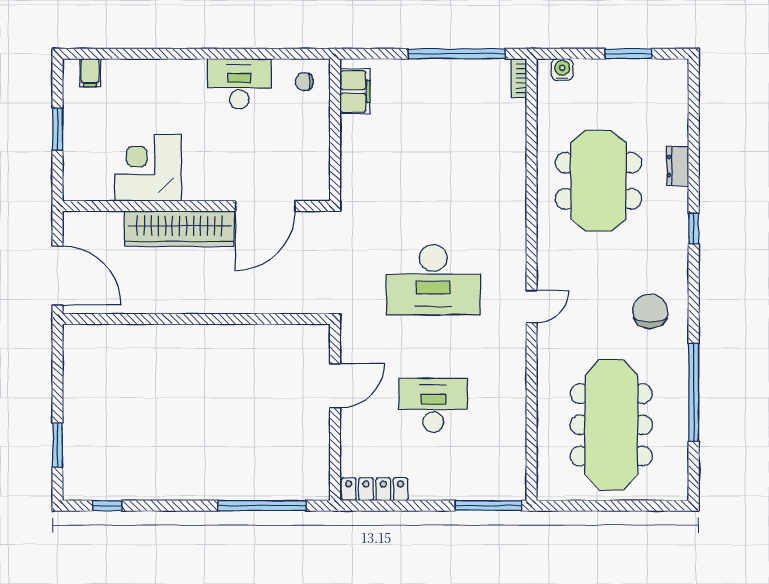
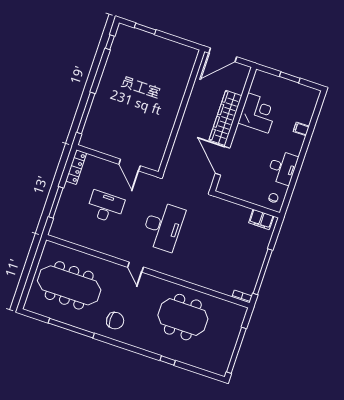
window: (628, 54) -> (236, 350), width x2.11
water cooler: (562, 70) -> (239, 318), removed
filing cabinet: (90, 73) -> (301, 129), moved
dresser: (678, 166) -> (177, 356), removed
window: (694, 229) -> (168, 360), moved
desk: (433, 280) -> (163, 226), turned 180
desk: (433, 405) -> (105, 207), turned -90
window: (488, 506) -> (56, 202), moved

